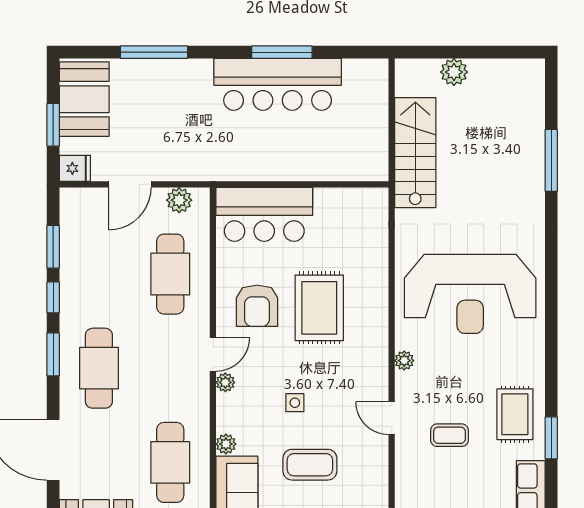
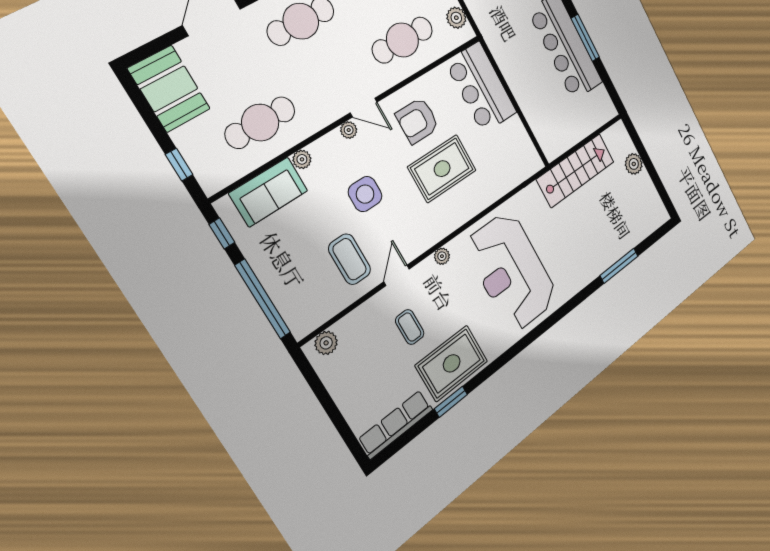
side table: (295, 403) -> (365, 194), width x1.87, depth x1.87
rug: (515, 414) -> (452, 363), width x1.36, depth x1.43
coffee table: (310, 465) -> (350, 259), moved

